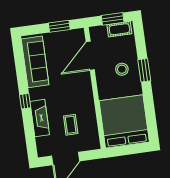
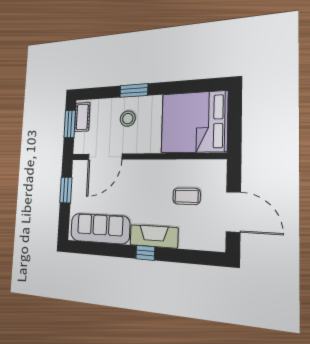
door: (90, 56) -> (105, 157), hinge flipped
fireplace: (40, 118) -> (154, 236), moved

